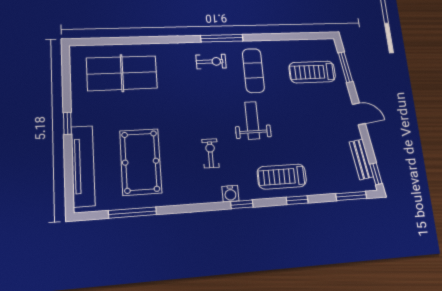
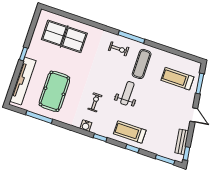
water cooler: (230, 194) -> (86, 126), moved

